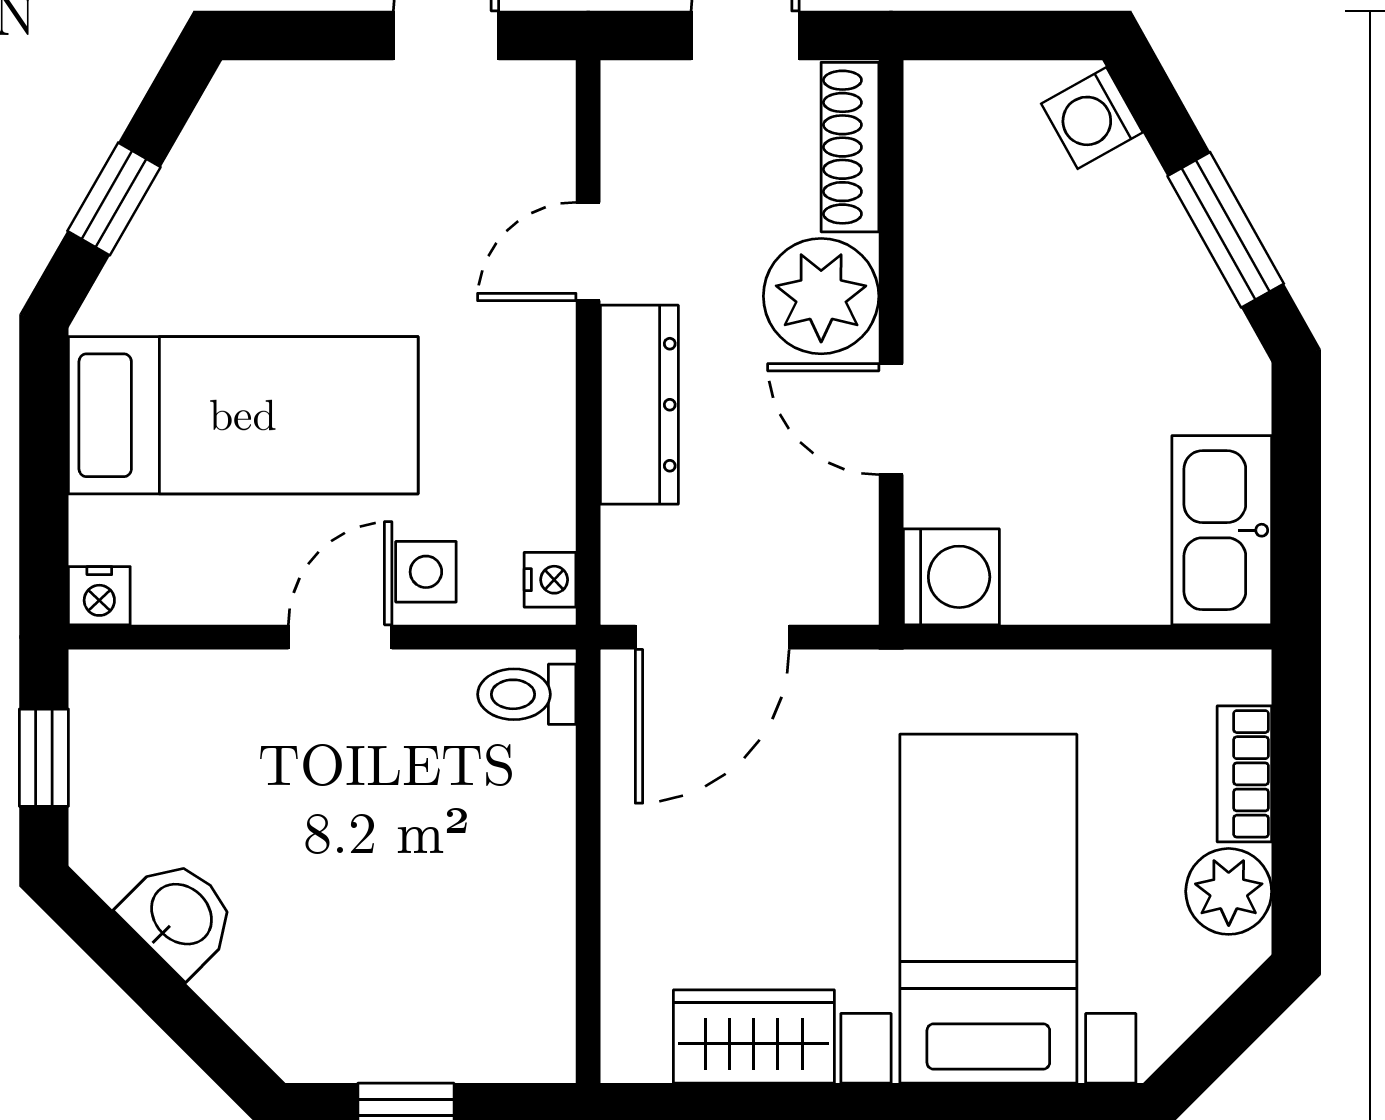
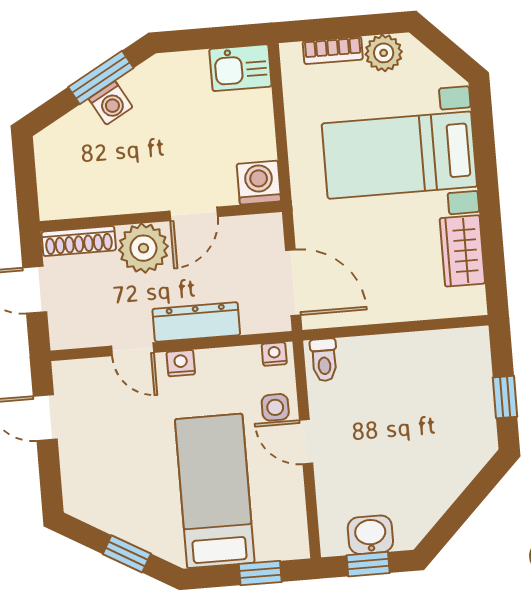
washing machine: (1092, 118) -> (111, 103), moved
window: (44, 505) -> (260, 573), added
kitchen sink: (1222, 530) -> (240, 68), width x0.73
nightstand: (99, 596) -> (181, 363), moved, turned -90
washbasin: (180, 916) -> (370, 535), moved, turned 45

